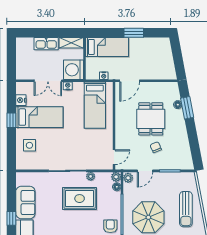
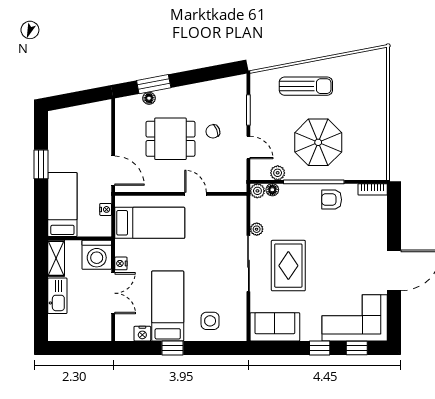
door: (114, 157) -> (195, 194), moved
plant: (128, 178) -> (278, 173), moved
rug: (80, 199) -> (288, 266), moved
sofa: (25, 203) -> (275, 327), moved

